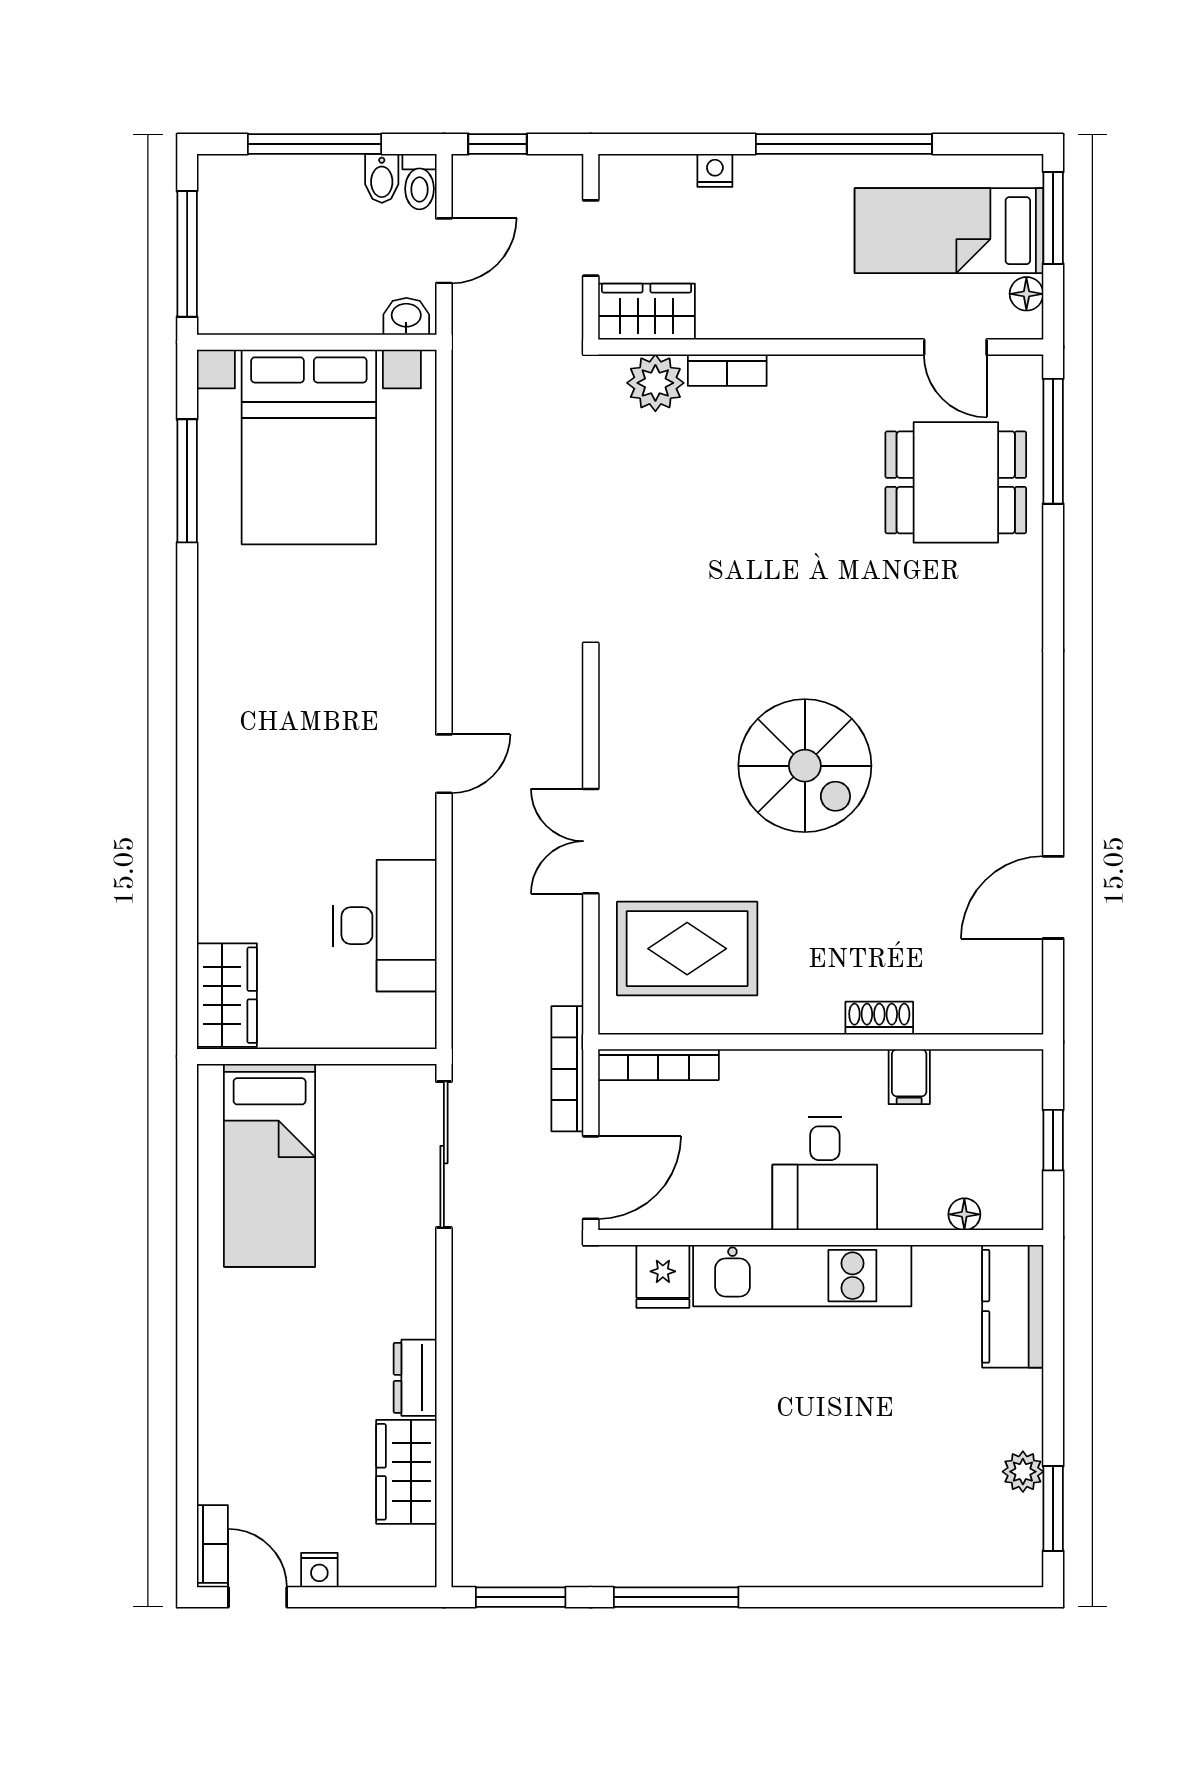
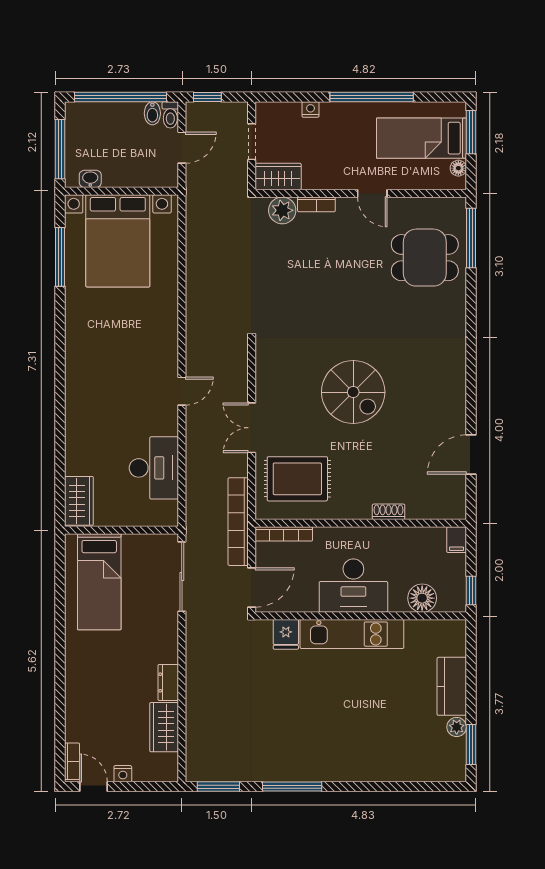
window: (315, 144) -> (121, 97), width x1.46
washbasin: (406, 316) -> (90, 179), moved
door: (955, 347) -> (372, 193), moved
bookcase: (567, 1069) -> (238, 522), width x1.48, depth x1.31
filing cabinet: (909, 1077) -> (457, 540), moved
window: (1053, 1140) -> (471, 590), moved
desk: (825, 1174) -> (353, 586), width x1.37
floor lamp: (964, 1214) -> (422, 598), width x1.89, depth x1.89
kitchen counter: (1013, 1306) -> (452, 686), moved

